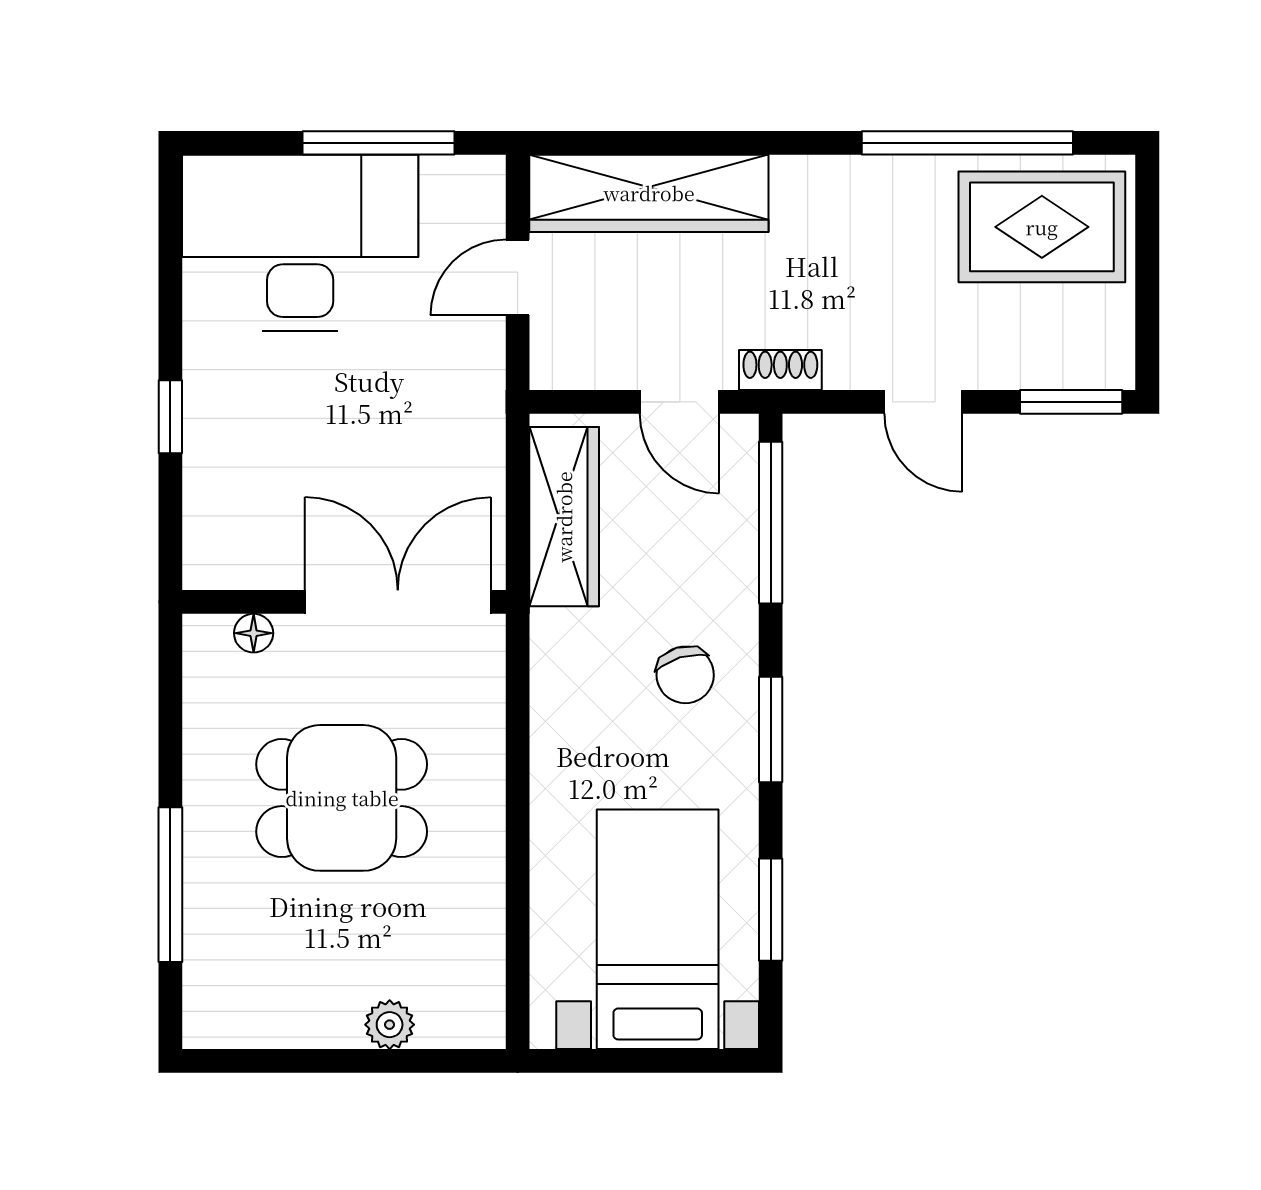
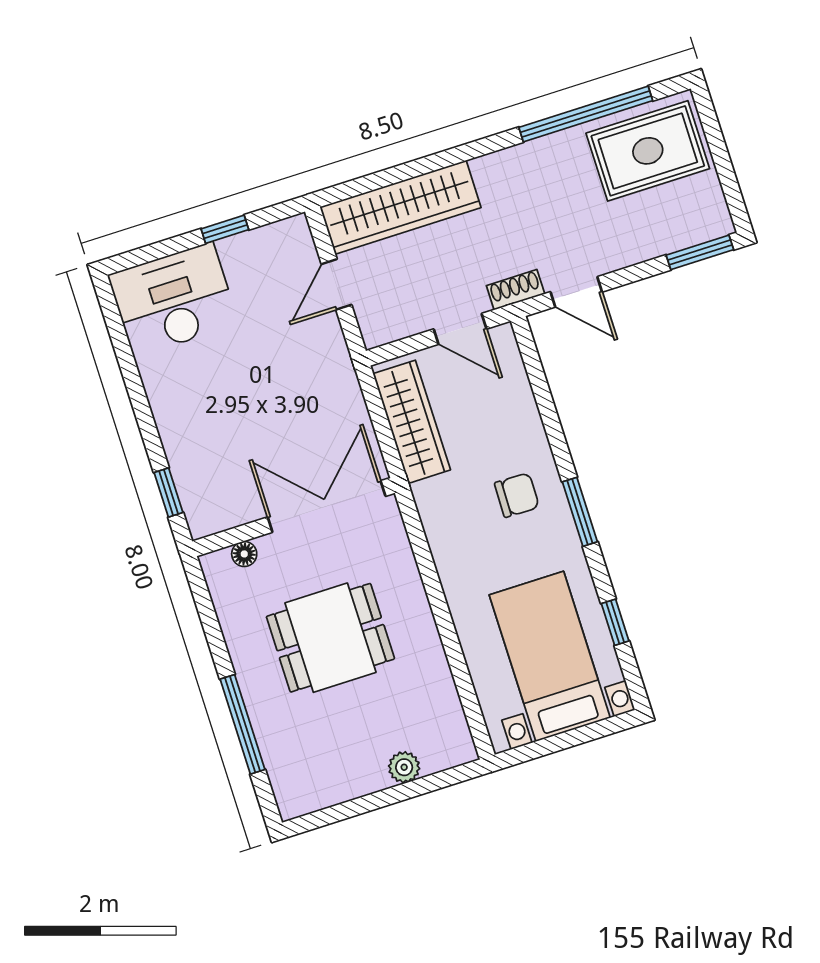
window: (378, 143) -> (225, 229), width x0.46
desk: (300, 243) -> (173, 299), width x0.73, depth x0.77
door: (923, 402) -> (576, 292), moved
window: (170, 417) -> (169, 493), moved
window: (771, 523) -> (539, 385), removed
chair: (685, 675) -> (517, 495), turned -72
window: (771, 910) -> (615, 622), width x0.67

